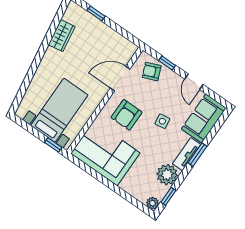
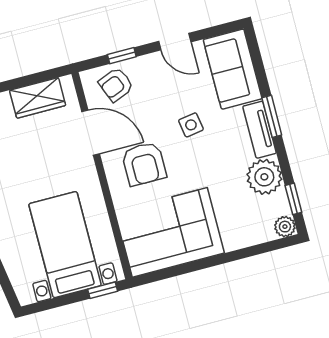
wardrobe: (115, 41) -> (38, 98), added
door: (120, 79) -> (91, 133), swing flipped

